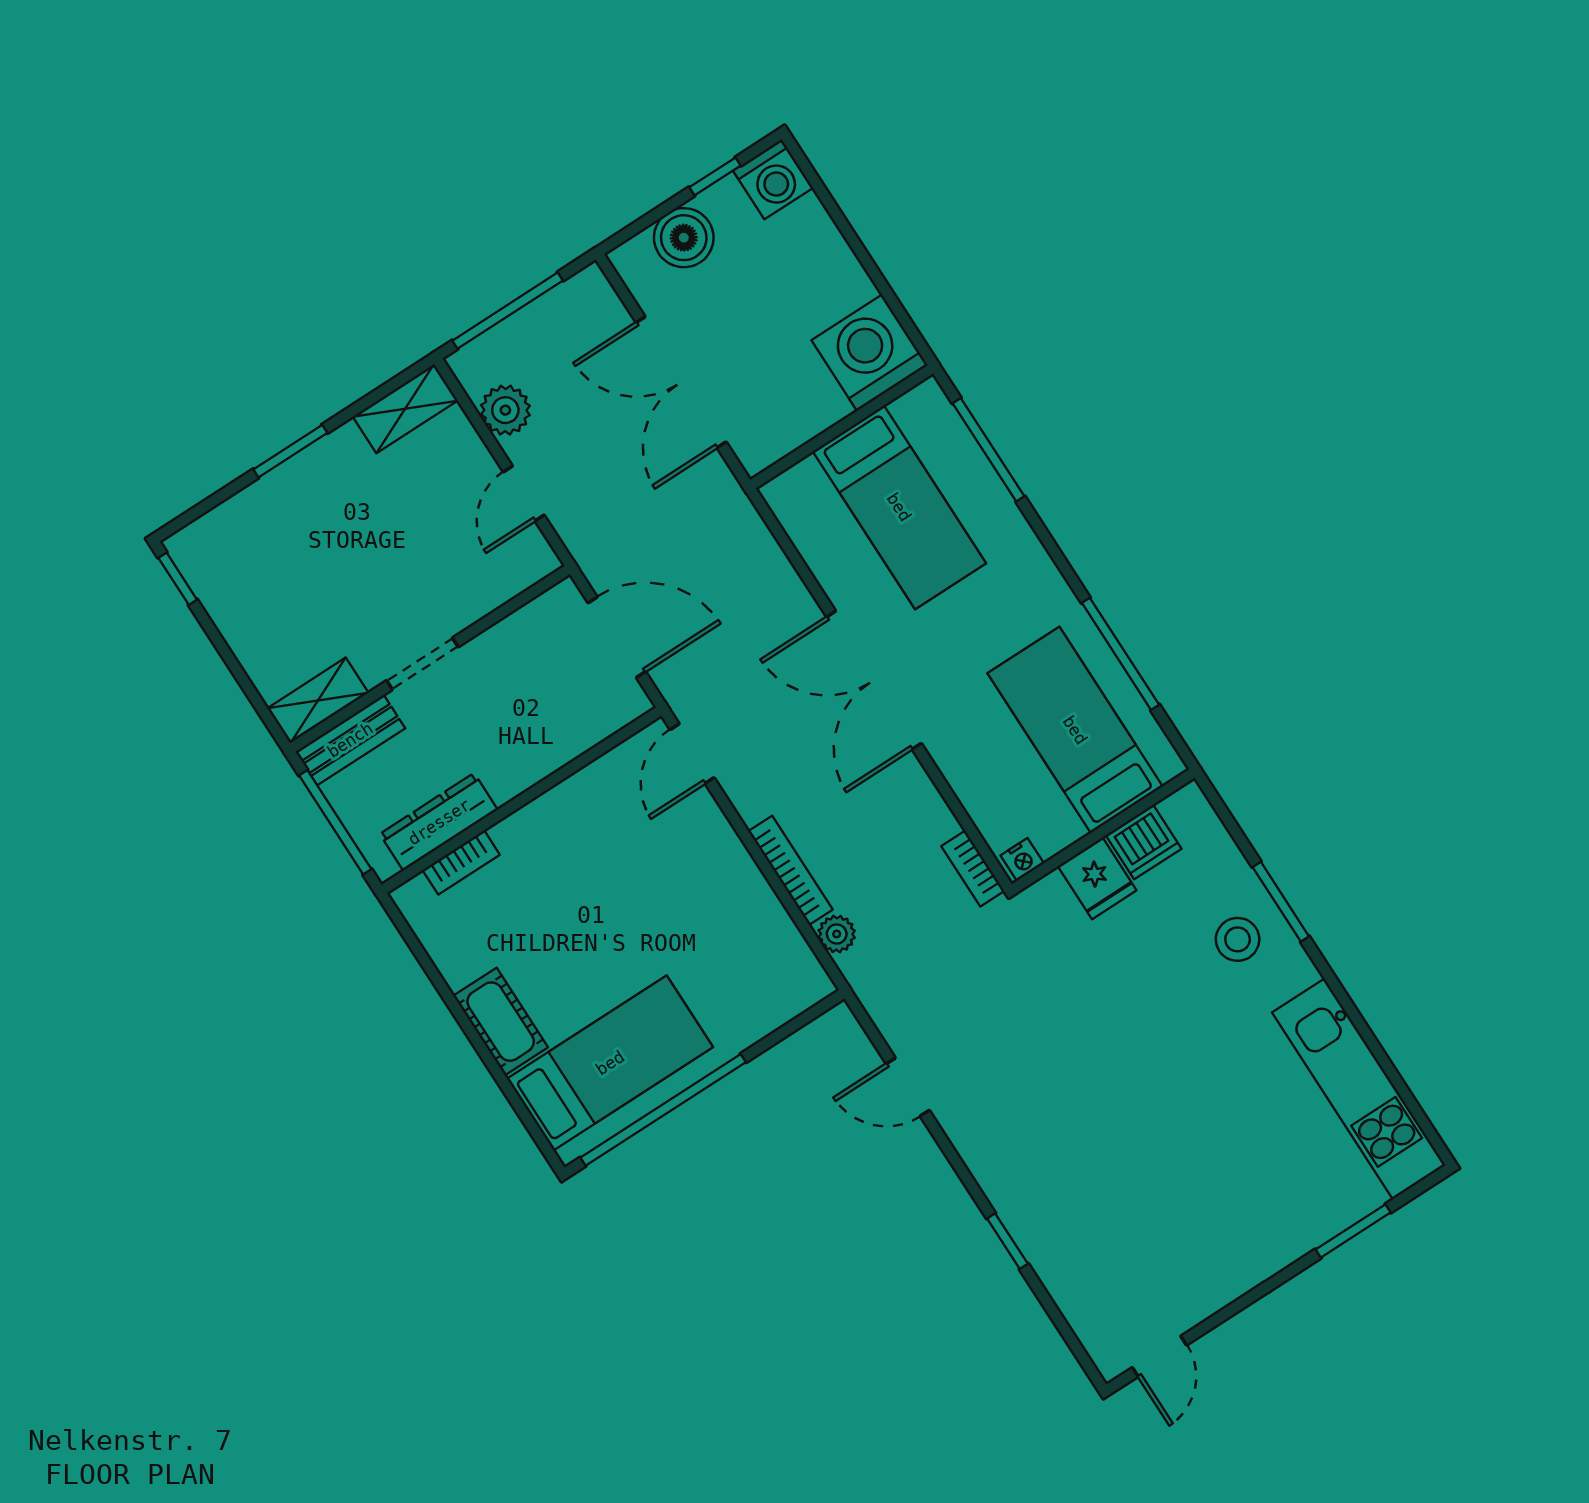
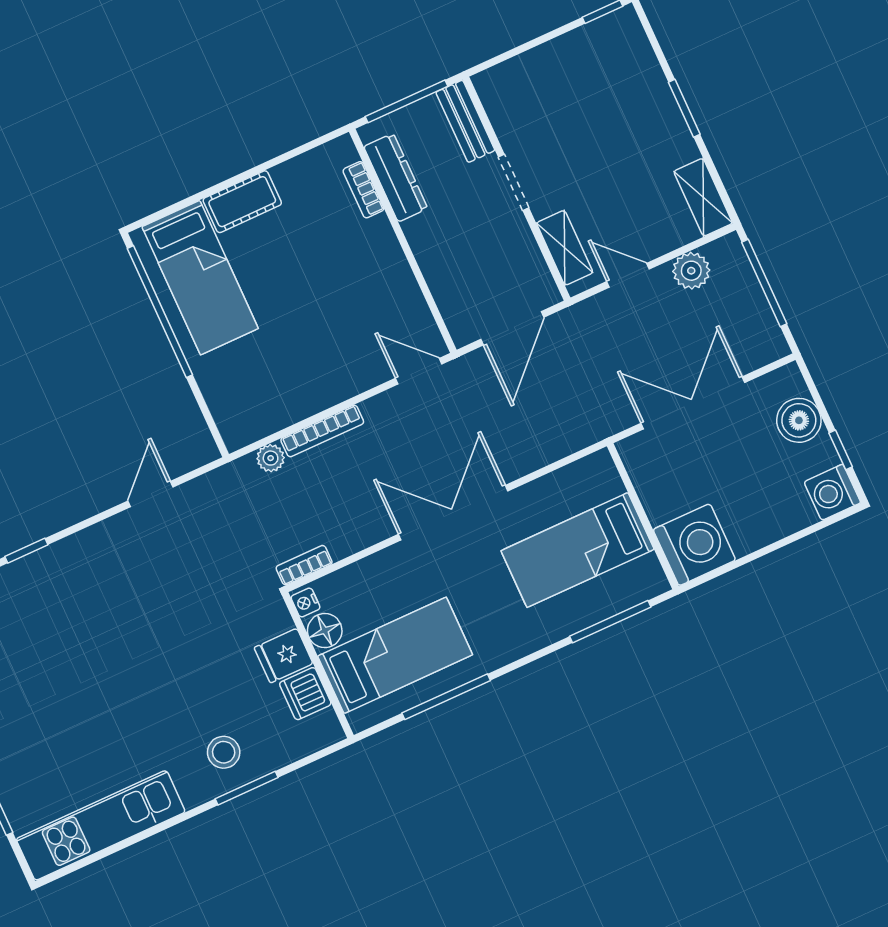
shelving: (318, 701) -> (565, 248), moved
floor lamp: (1056, 828) -> (325, 631), added

